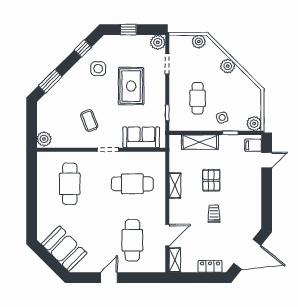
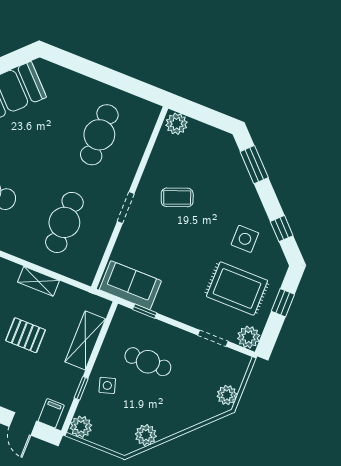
plant: (228, 66) -> (146, 435), moved
rug: (131, 86) -> (237, 288), moved
sofa: (141, 137) -> (130, 285), moved, turned -90
cafe table: (70, 184) -> (99, 135), turned 90

